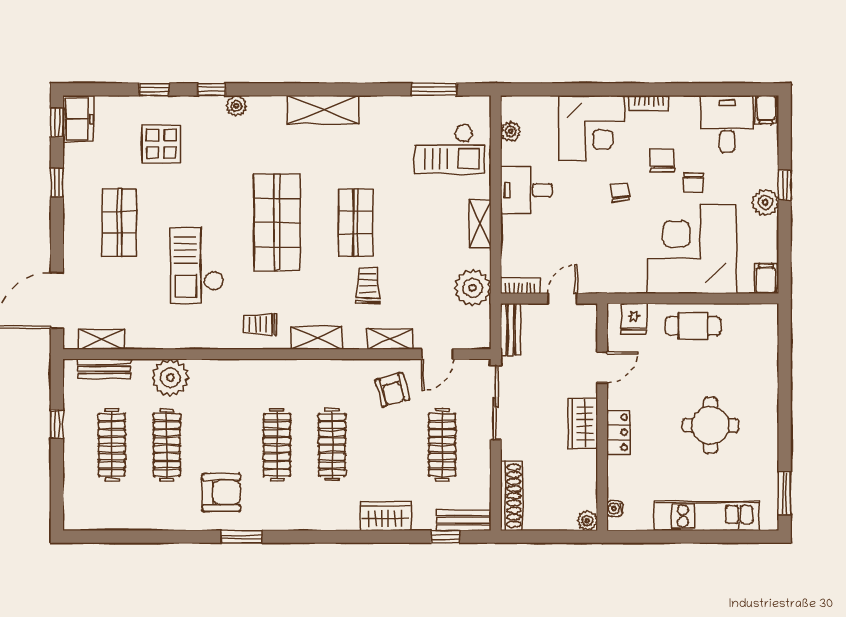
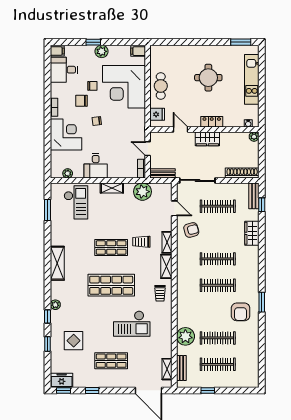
shelving: (390, 339) -> (167, 242), moved
armchair: (221, 493) -> (241, 312), turned 180

